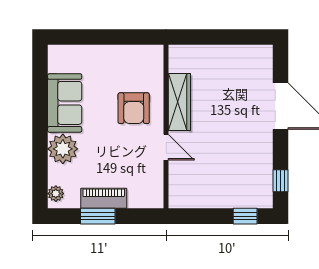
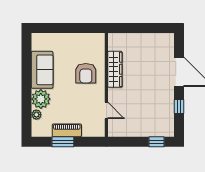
door: (166, 147) -> (106, 110), moved
window: (280, 181) -> (179, 107), moved
plant: (56, 194) -> (36, 115), moved

